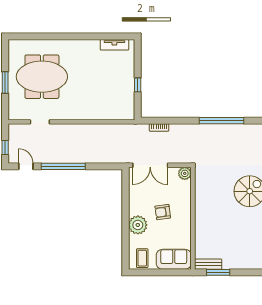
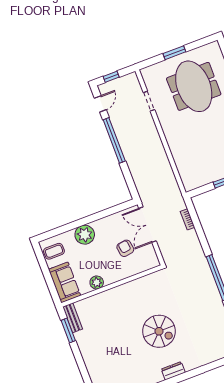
plant: (185, 173) -> (97, 282), moved
armchair: (163, 212) -> (125, 248), moved

